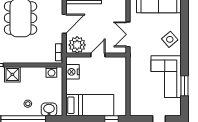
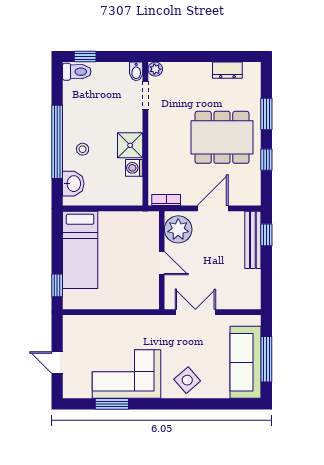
door: (64, 24) -> (213, 208), swing flipped
washing machine: (51, 72) -> (134, 168), moved
nightstand: (72, 72) -> (134, 222), removed
shower: (12, 74) -> (130, 145), moved

